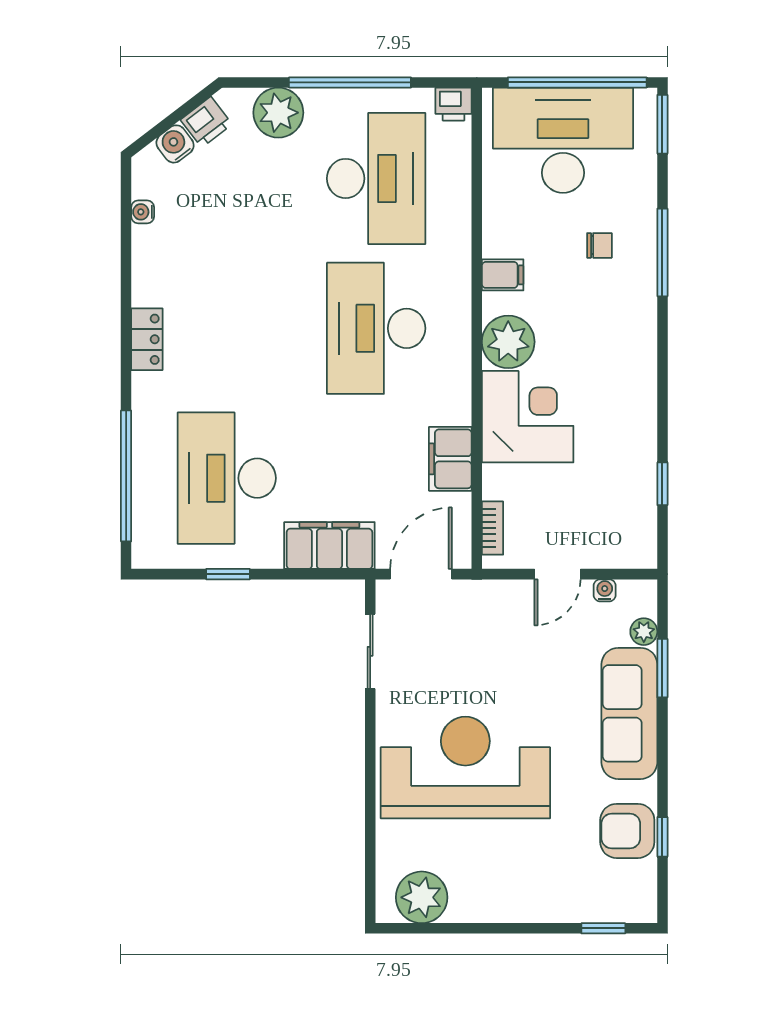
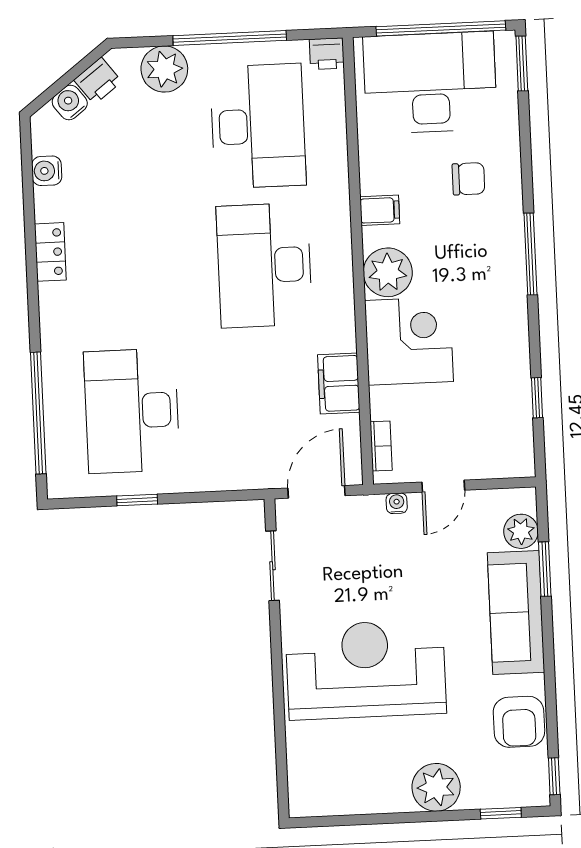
water cooler: (143, 212) -> (47, 171), width x1.38, depth x1.38
chair: (599, 245) -> (468, 179), width x1.37, depth x1.37
window: (662, 252) -> (530, 254), moved
locker: (147, 339) -> (50, 252), moved
filing cabinet: (329, 546) -> (230, 469), removed
water cooler: (605, 590) -> (397, 503), moved
plant: (644, 632) -> (521, 531), width x1.38, depth x1.38
armchair: (627, 831) -> (519, 722), turned -90
window: (662, 837) -> (554, 776), moved
plant: (422, 897) -> (436, 787), moved

